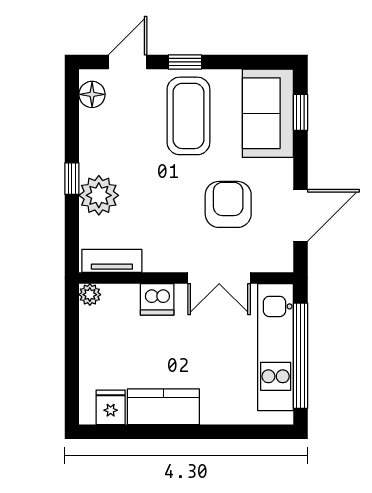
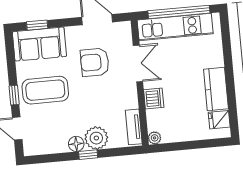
floor lamp: (92, 94) -> (76, 144), moved

